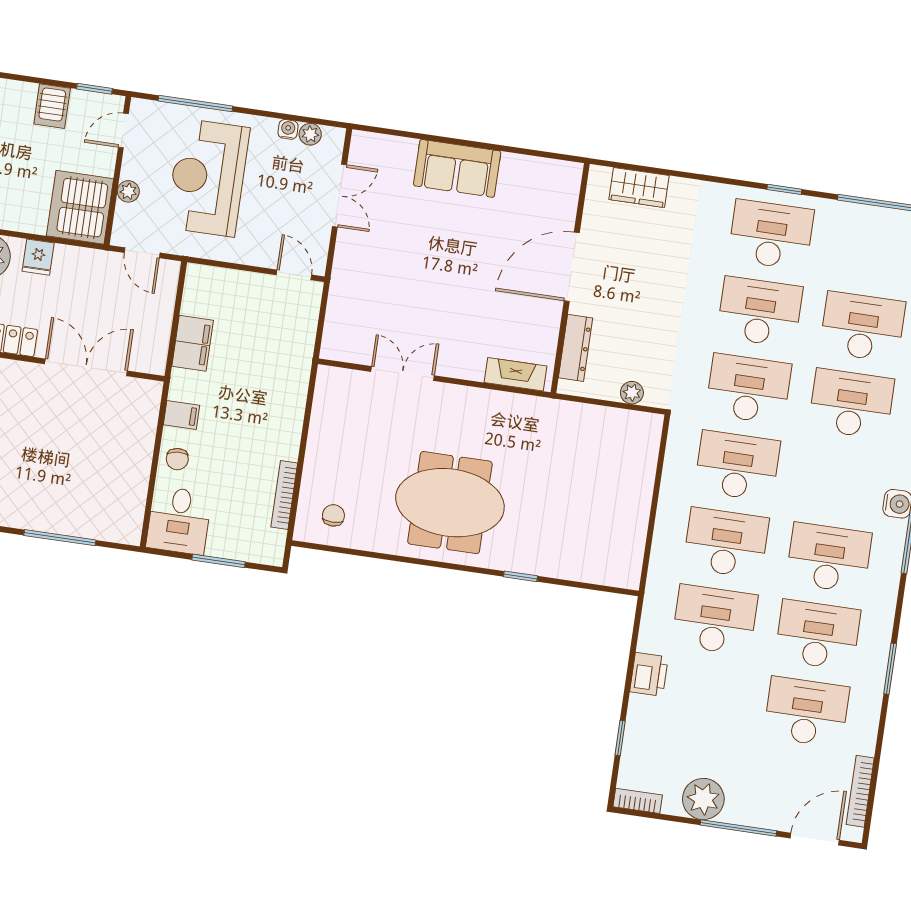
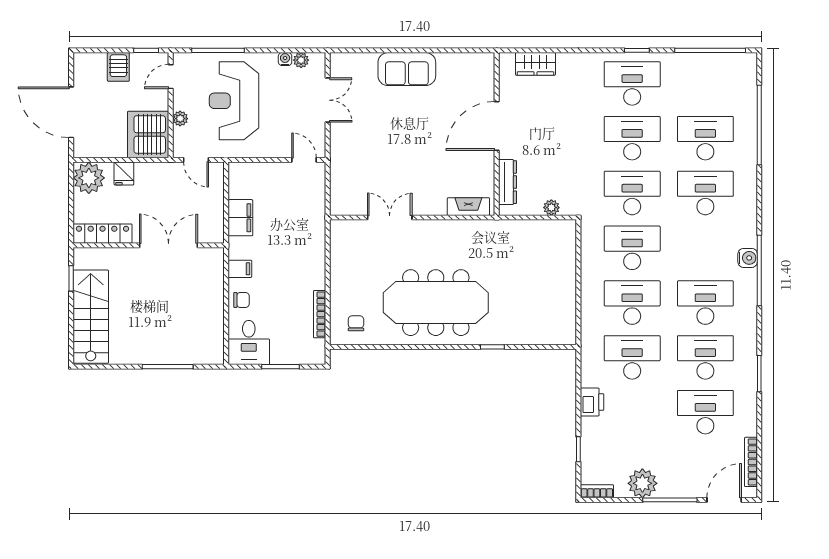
chair: (177, 459) -> (241, 300), turned -85
meeting table: (450, 503) -> (436, 303), width x1.36

